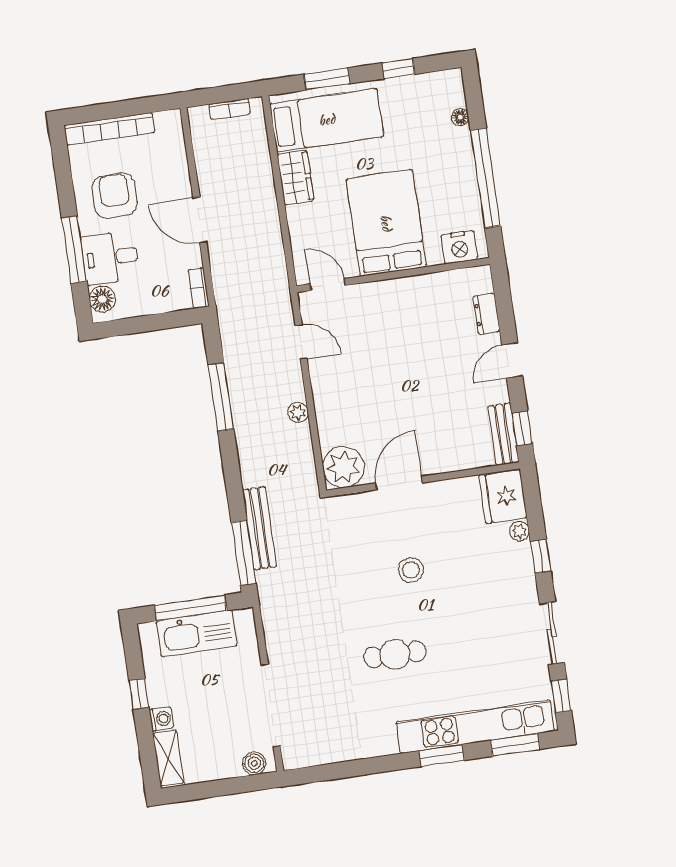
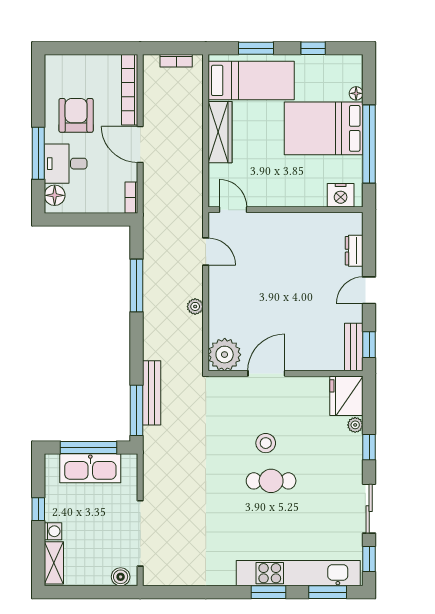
bookcase: (109, 129) -> (130, 90), moved, turned 90
wardrobe: (295, 178) -> (220, 132), width x1.50
bed: (386, 223) -> (324, 128), moved, turned -90
cafe table: (395, 654) -> (271, 481), moved

